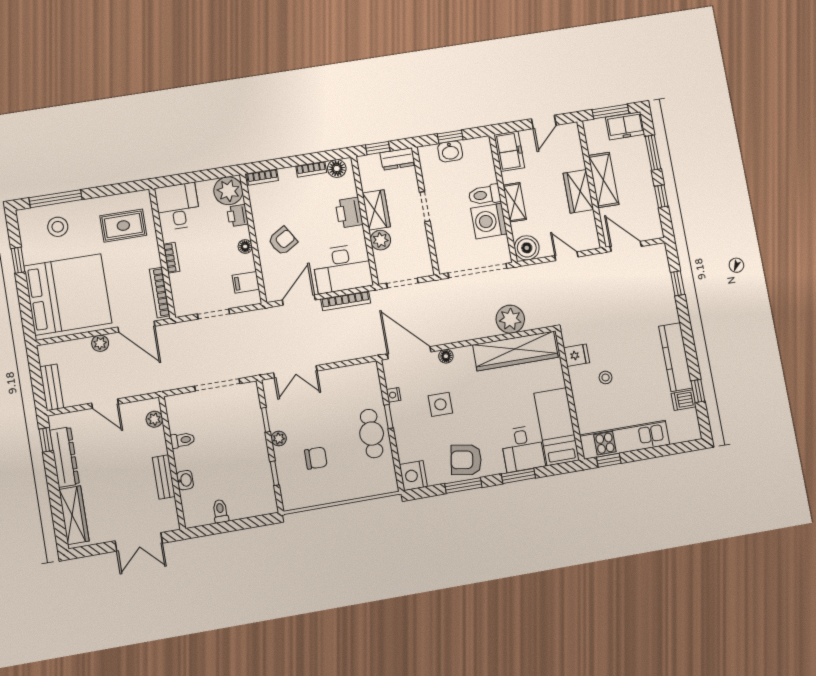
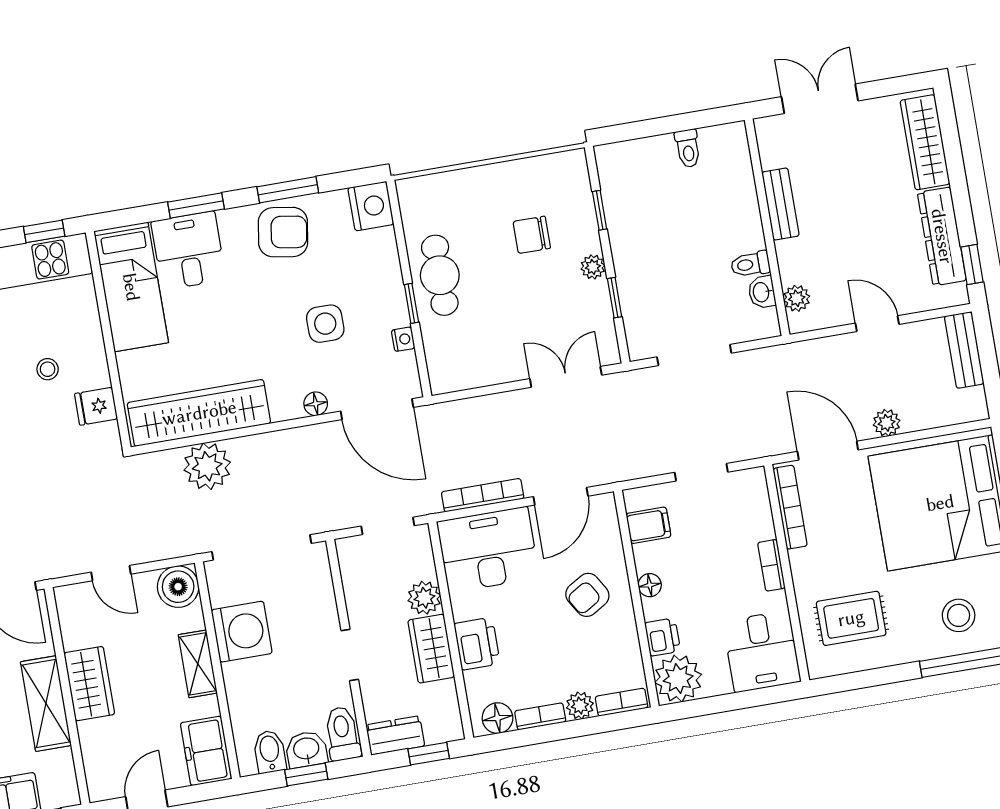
bidet: (472, 150) -> (270, 752), added
plant: (287, 175) -> (580, 706), added
toilet: (484, 195) -> (342, 734), moved, turned -90
washbasin: (185, 480) -> (762, 292), moved

